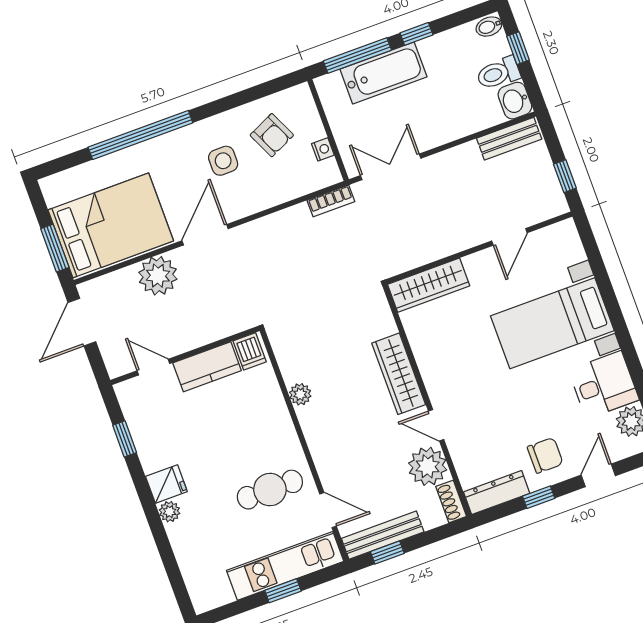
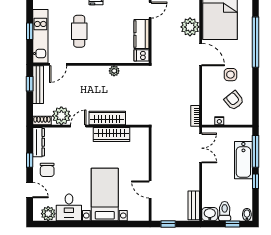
armchair: (272, 135) -> (234, 100), turned 76
wardrobe: (429, 285) -> (112, 135), moved, turned -90
cafe table: (270, 490) -> (79, 31), moved

